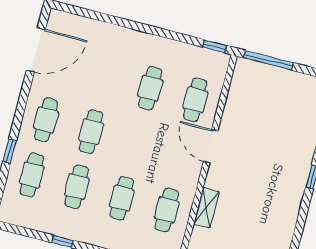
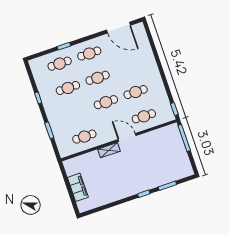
door: (211, 146) -> (127, 137), hinge flipped
cafe table: (122, 198) -> (106, 102), moved
shelving: (206, 208) -> (109, 150), moved

